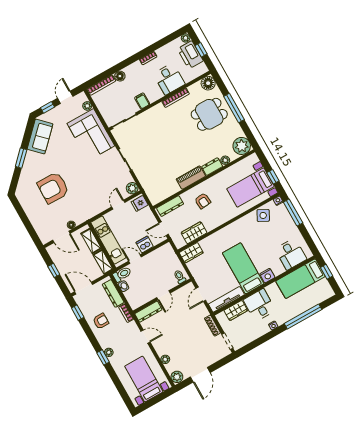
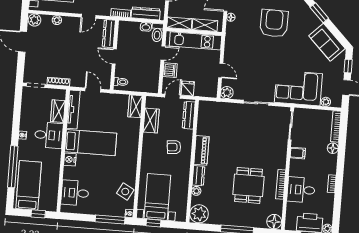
dining table: (209, 114) -> (249, 185), moved
fridge: (140, 203) -> (188, 88), moved
bed: (301, 279) -> (29, 185), moved

